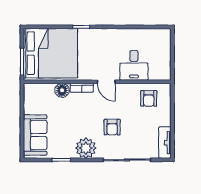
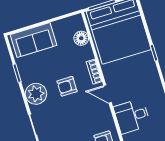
door: (106, 82) -> (107, 94), hinge flipped
floor lamp: (62, 90) -> (81, 38), moved
armchair: (112, 127) -> (67, 86), moved

